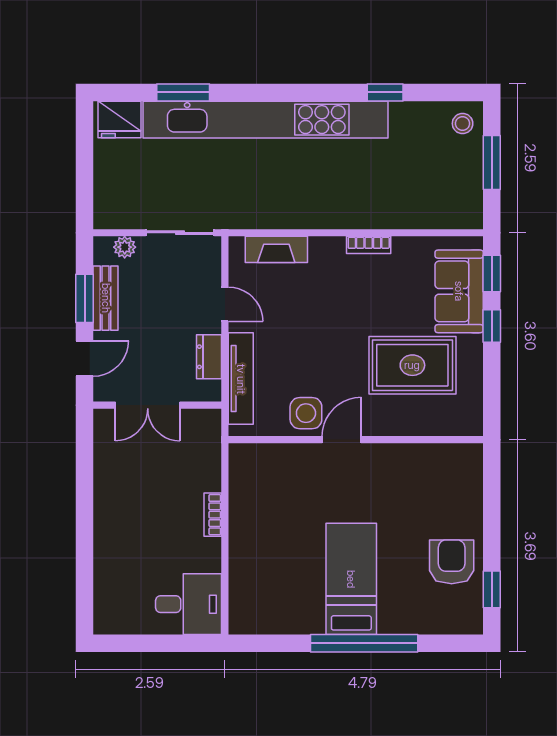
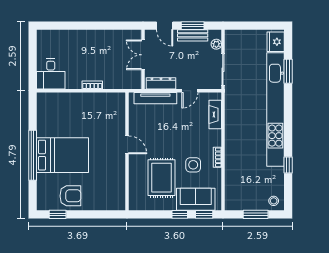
dresser: (209, 357) -> (161, 83), width x1.44
side table: (306, 413) -> (193, 165), moved
bed: (351, 579) -> (62, 155), width x1.50

